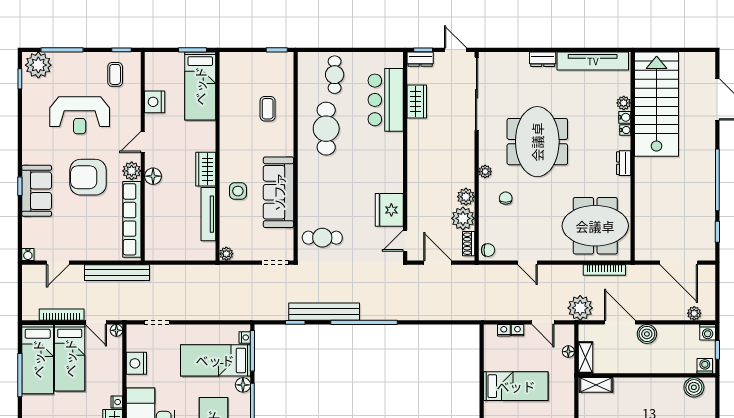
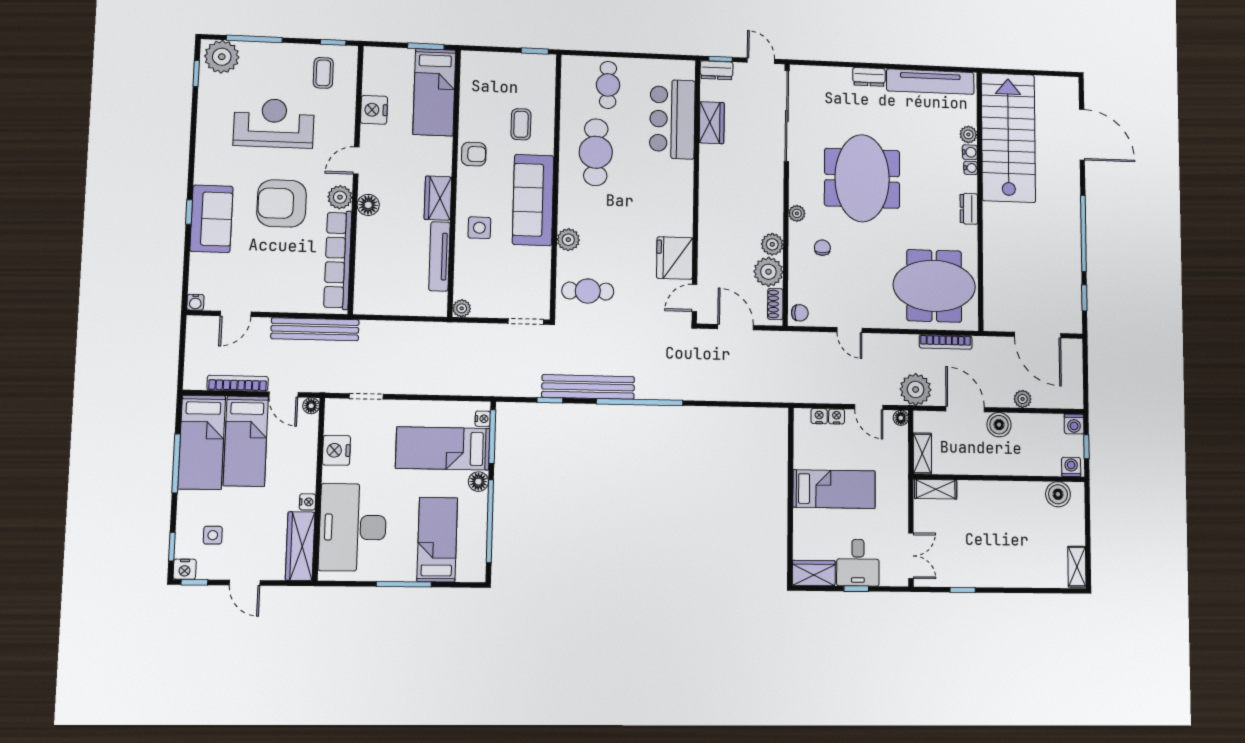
reception desk: (80, 115) -> (274, 123), turned 180
armchair: (232, 134) -> (474, 154), added
sofa: (279, 192) -> (533, 200), moved
plant: (306, 198) -> (568, 240), added
plant: (694, 313) -> (1023, 399), moved
floor lamp: (568, 352) -> (901, 418), moved

